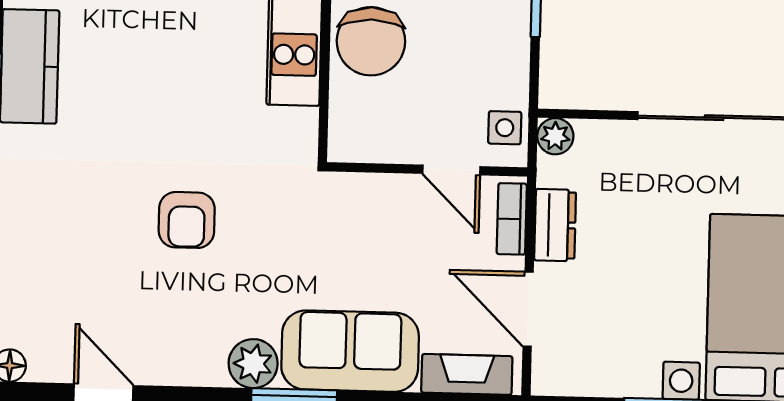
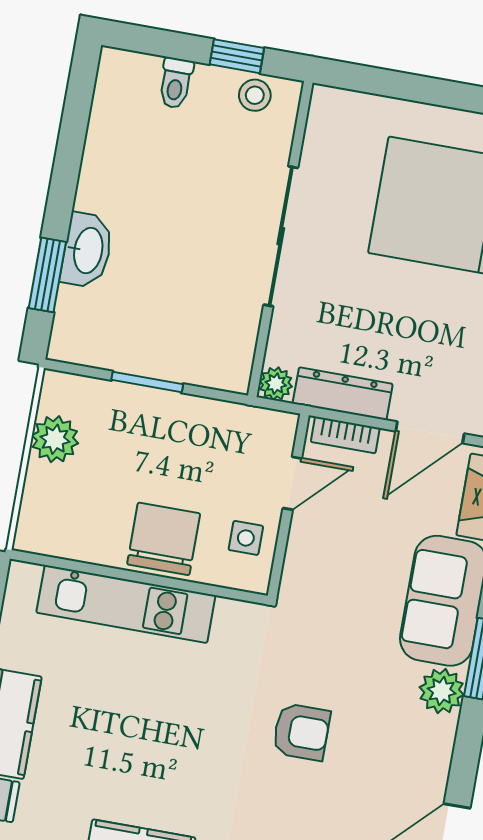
chair: (371, 41) -> (164, 539), turned -90
side table: (505, 128) -> (246, 538), moved
dresser: (555, 225) -> (343, 394), width x1.44

